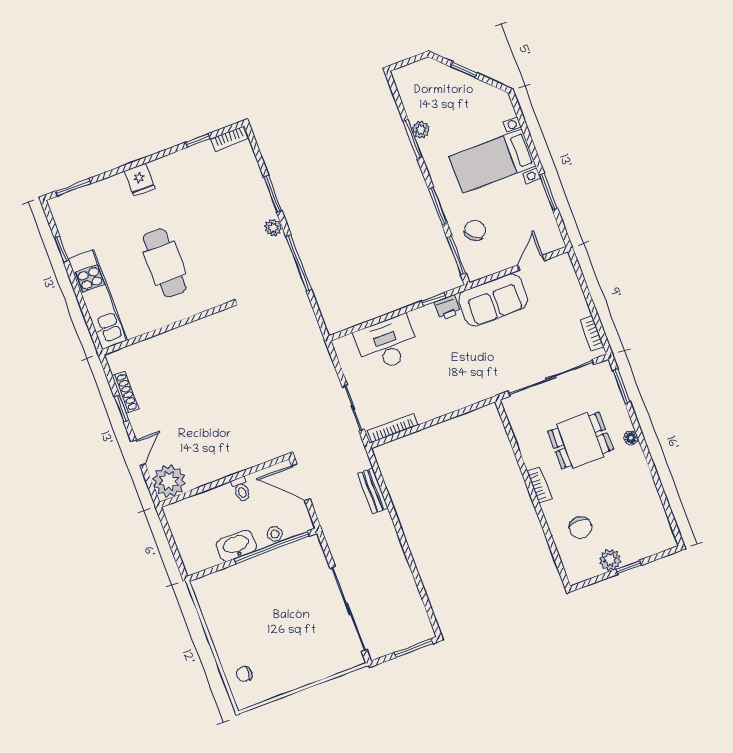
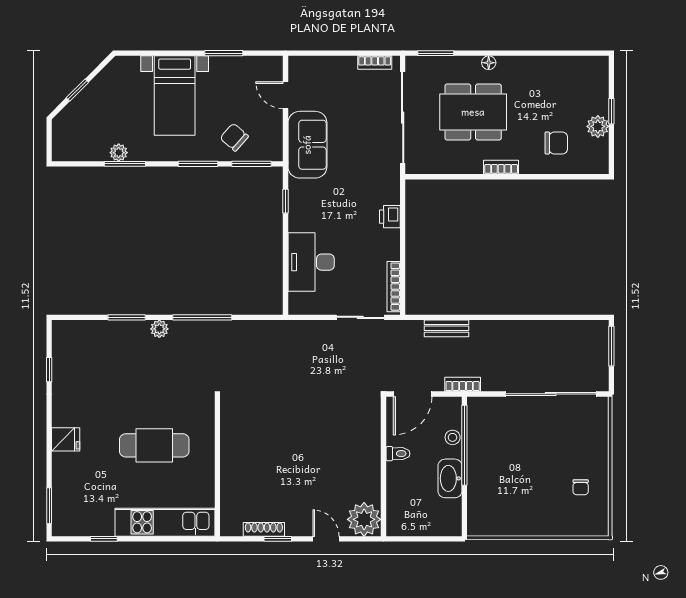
bookcase: (229, 139) -> (463, 384), moved, turned -90
printer: (447, 308) -> (390, 217), moved, turned 180
dining table: (580, 441) -> (473, 112), width x1.38
chair: (244, 674) -> (581, 487), moved

